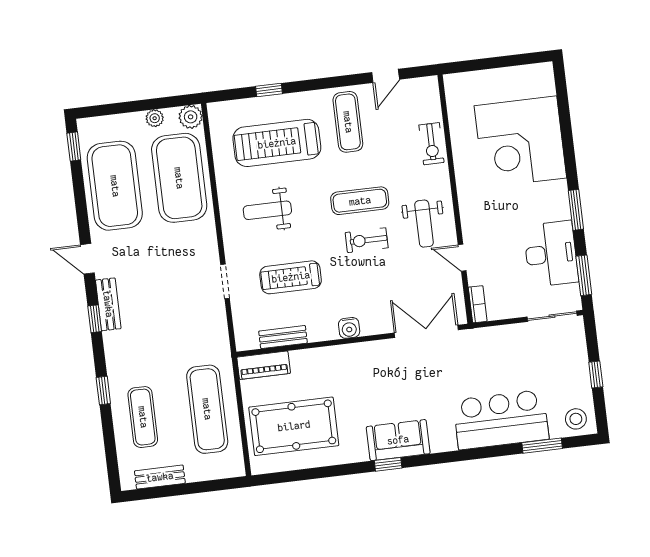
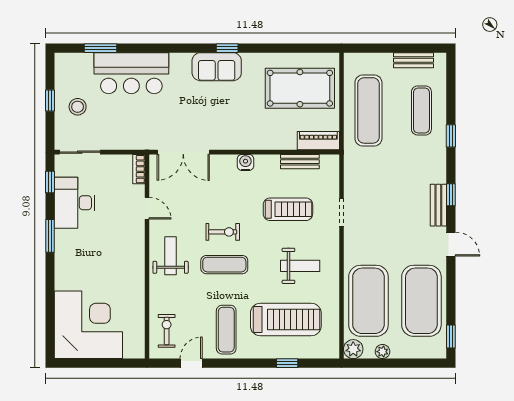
corner desk: (520, 142) -> (88, 325), moved
exercise bike: (431, 144) -> (167, 331), moved
weight bench: (424, 224) -> (171, 256), moved
window: (584, 275) -> (50, 182), width x0.67
stool: (576, 419) -> (78, 107), moved

